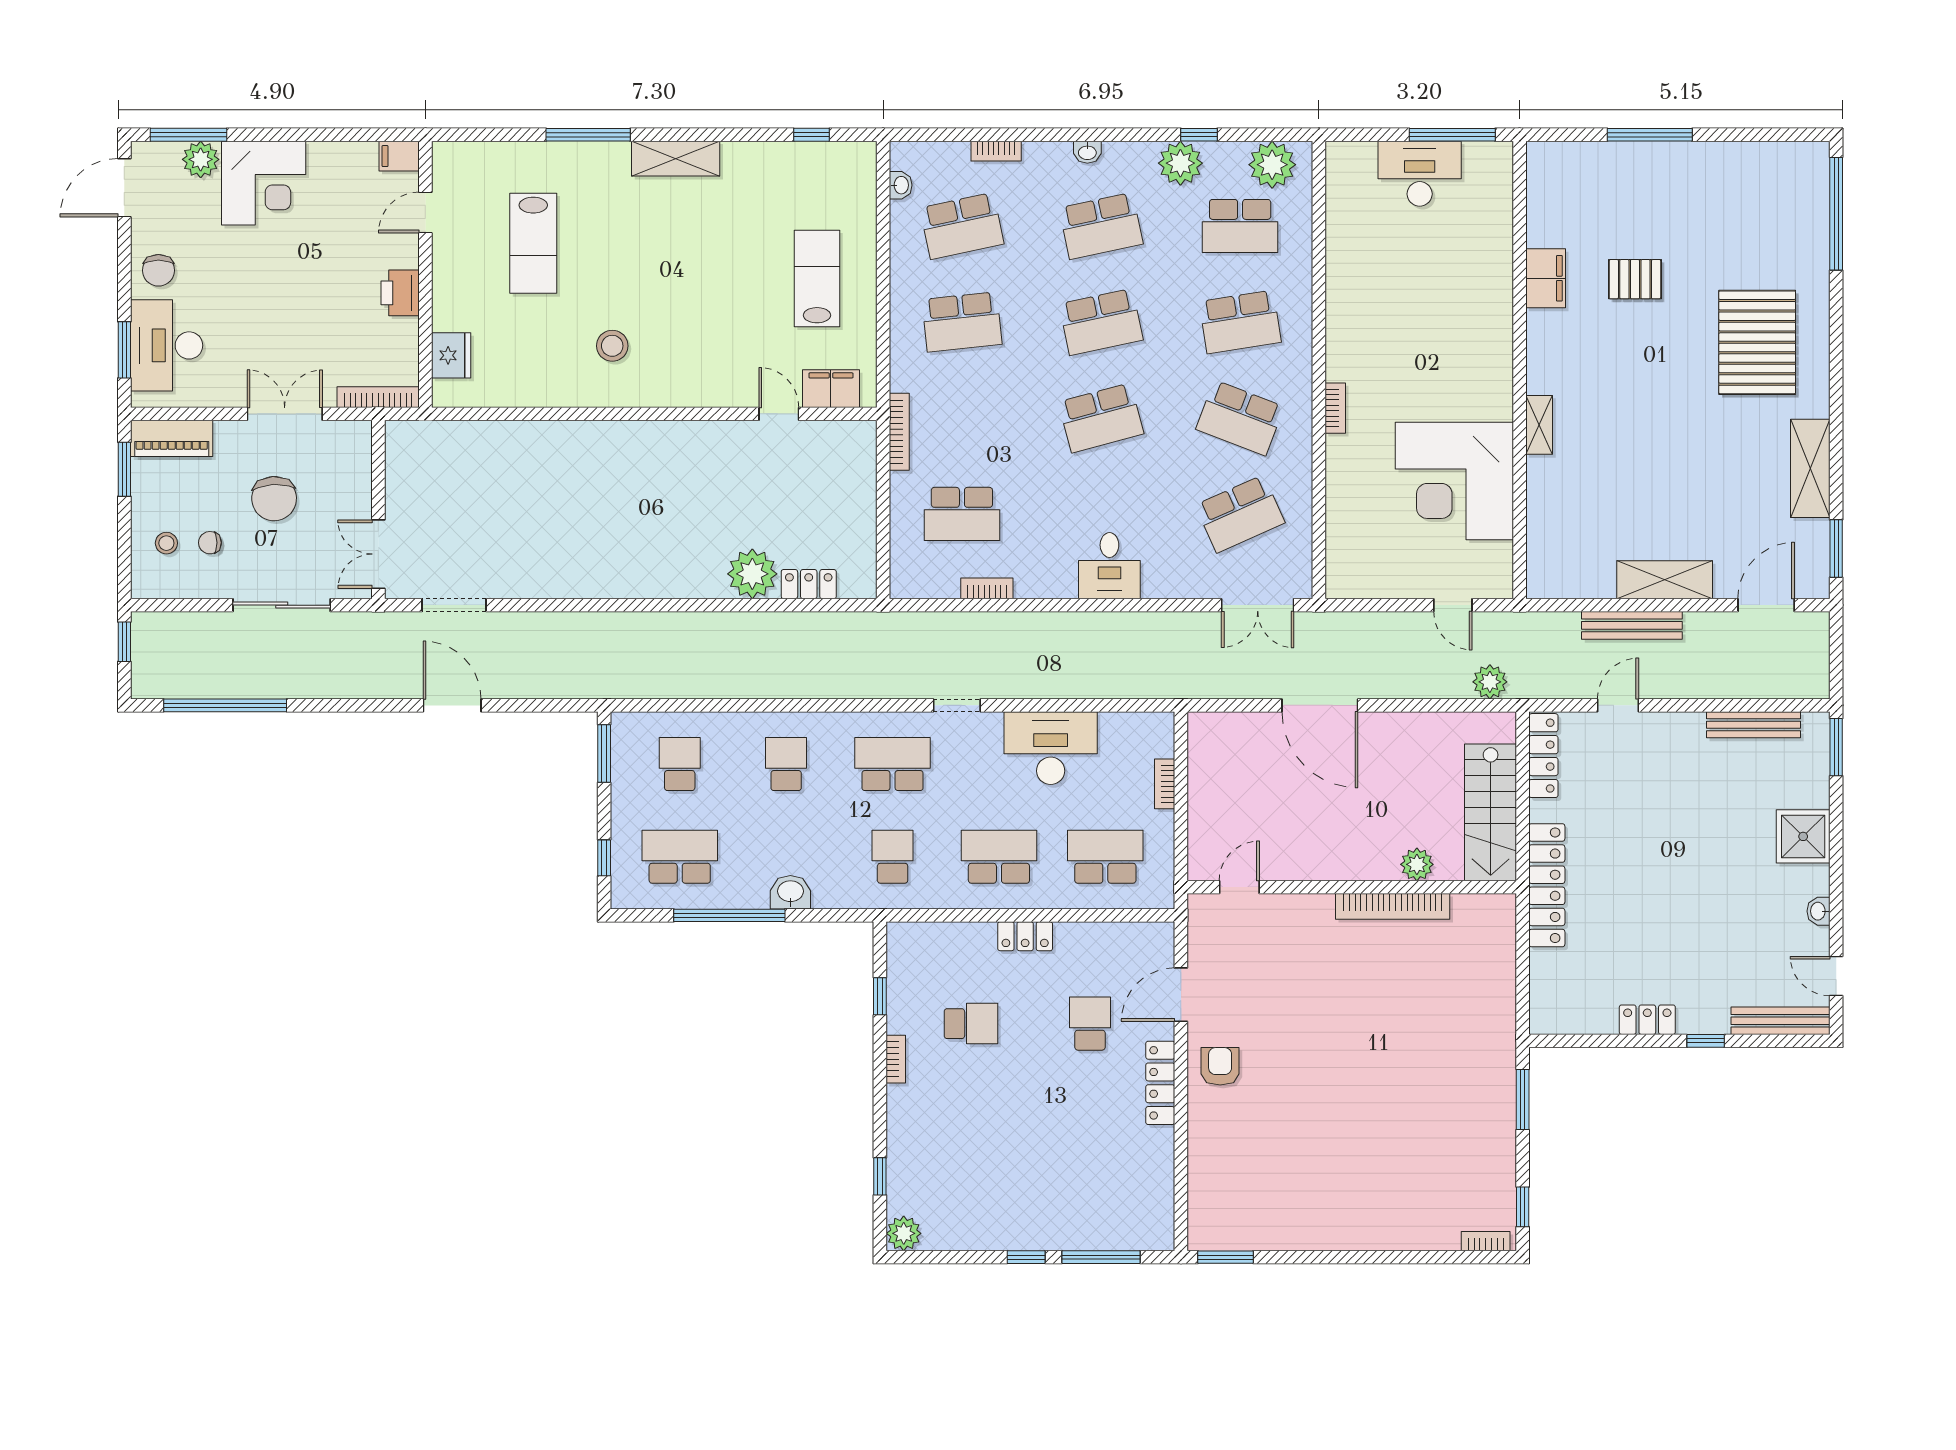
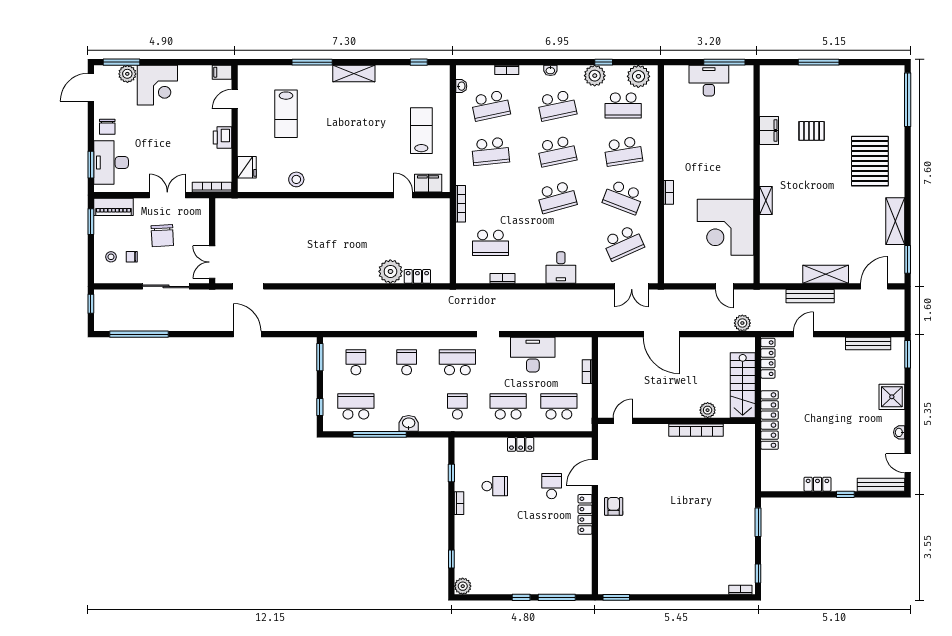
stool: (612, 346) -> (296, 179), moved

